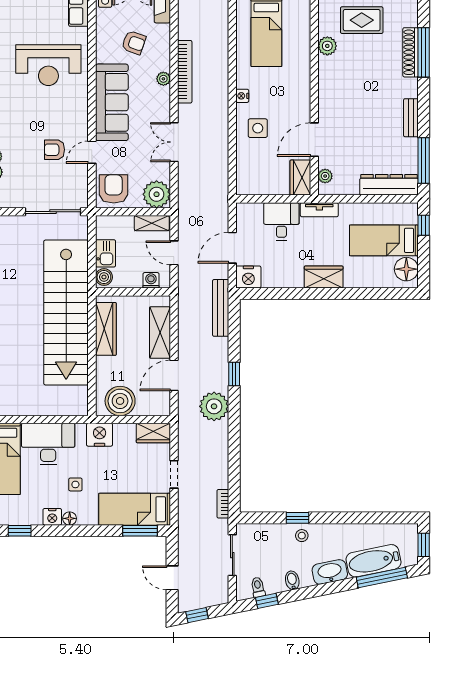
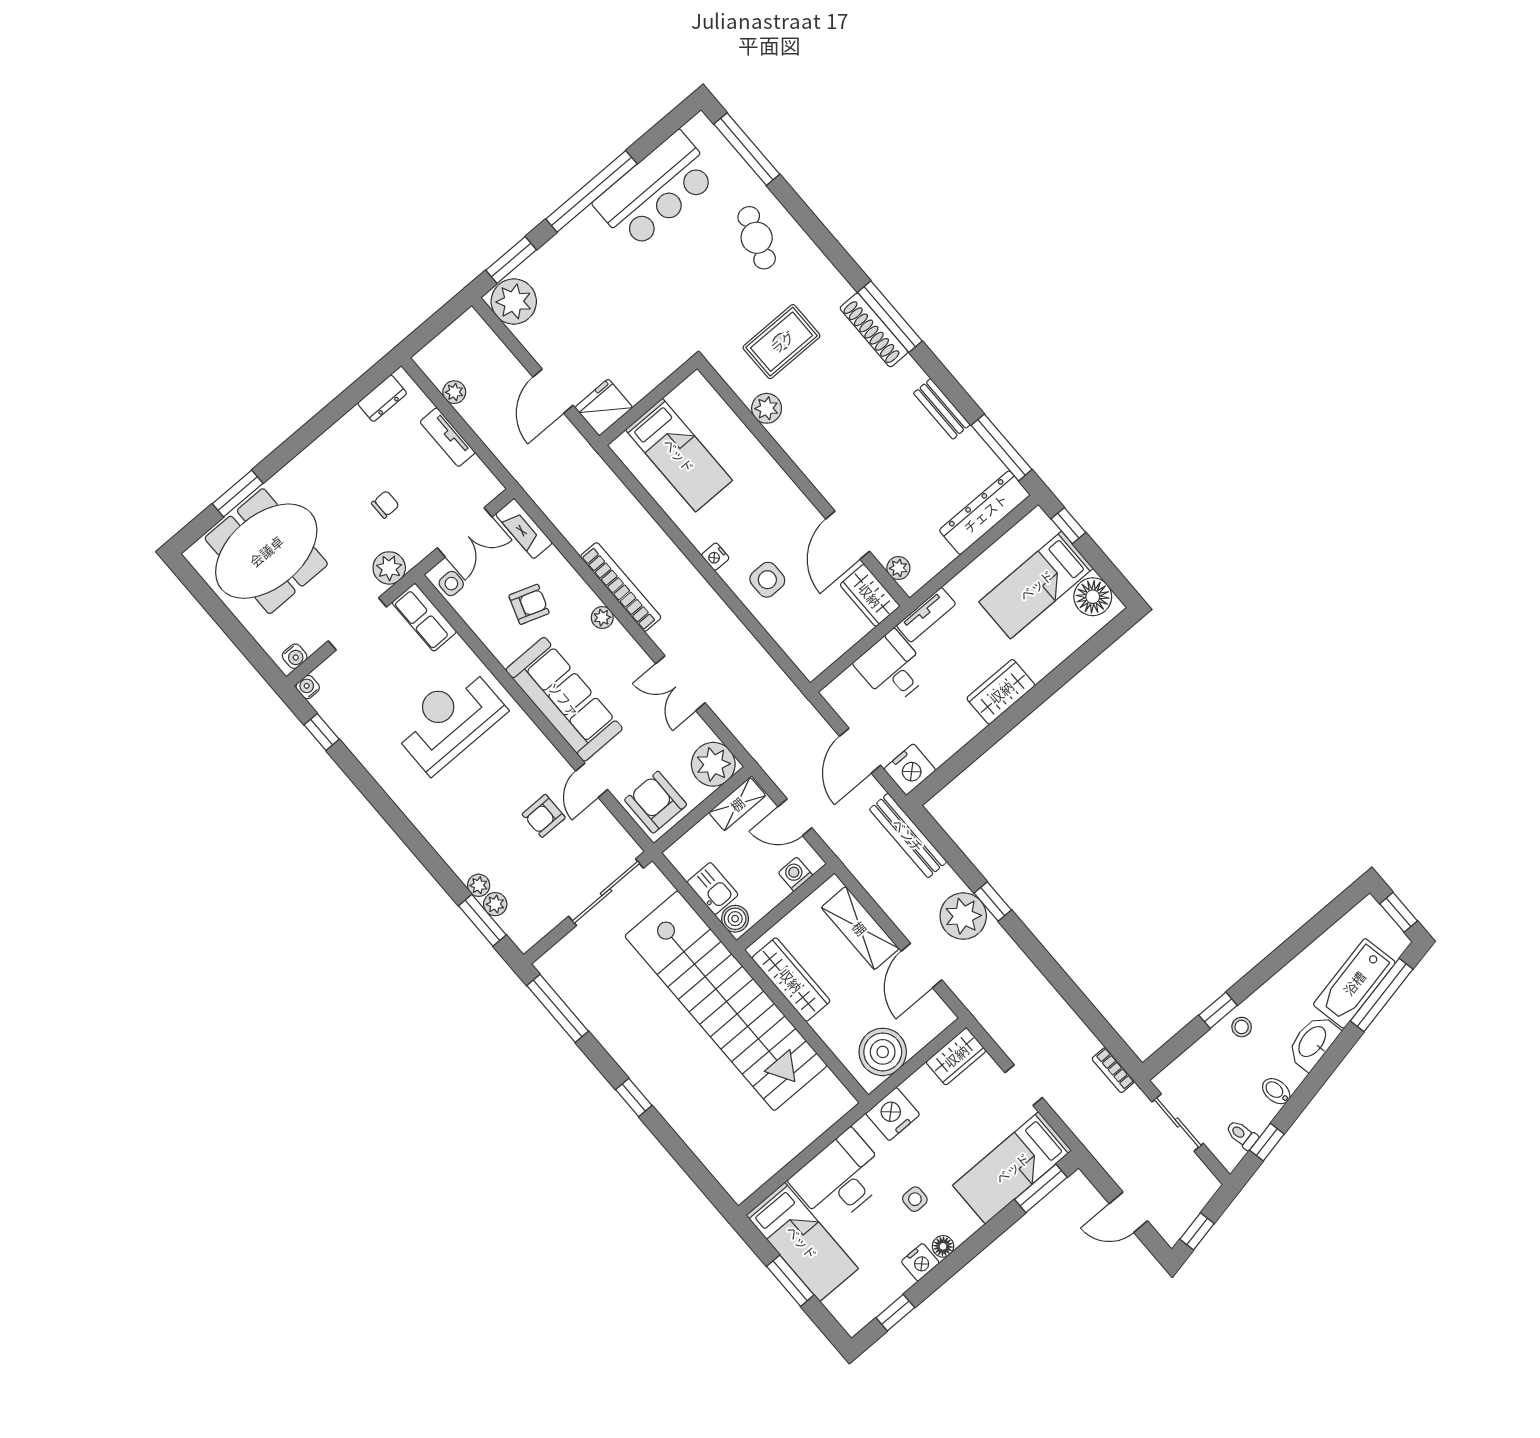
reception desk: (48, 65) -> (449, 720), turned 180
plant: (214, 406) -> (963, 916), moved

